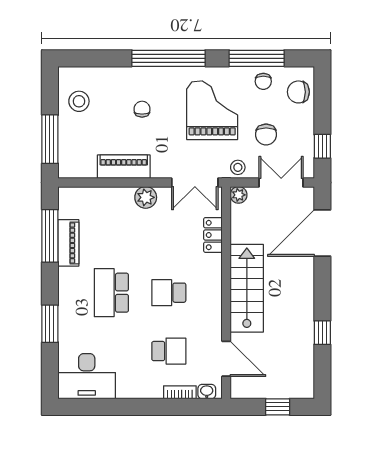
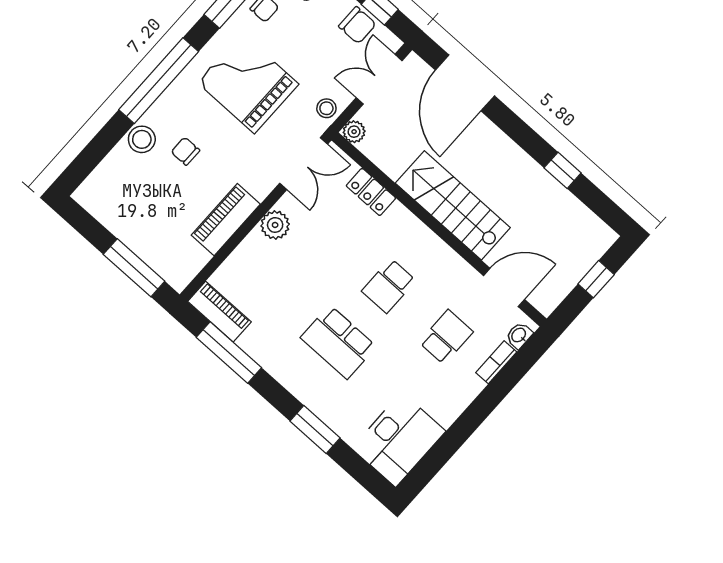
stool: (79, 101) -> (142, 139), moved
chair: (266, 135) -> (357, 25), moved
piano: (68, 243) -> (219, 312), moved

